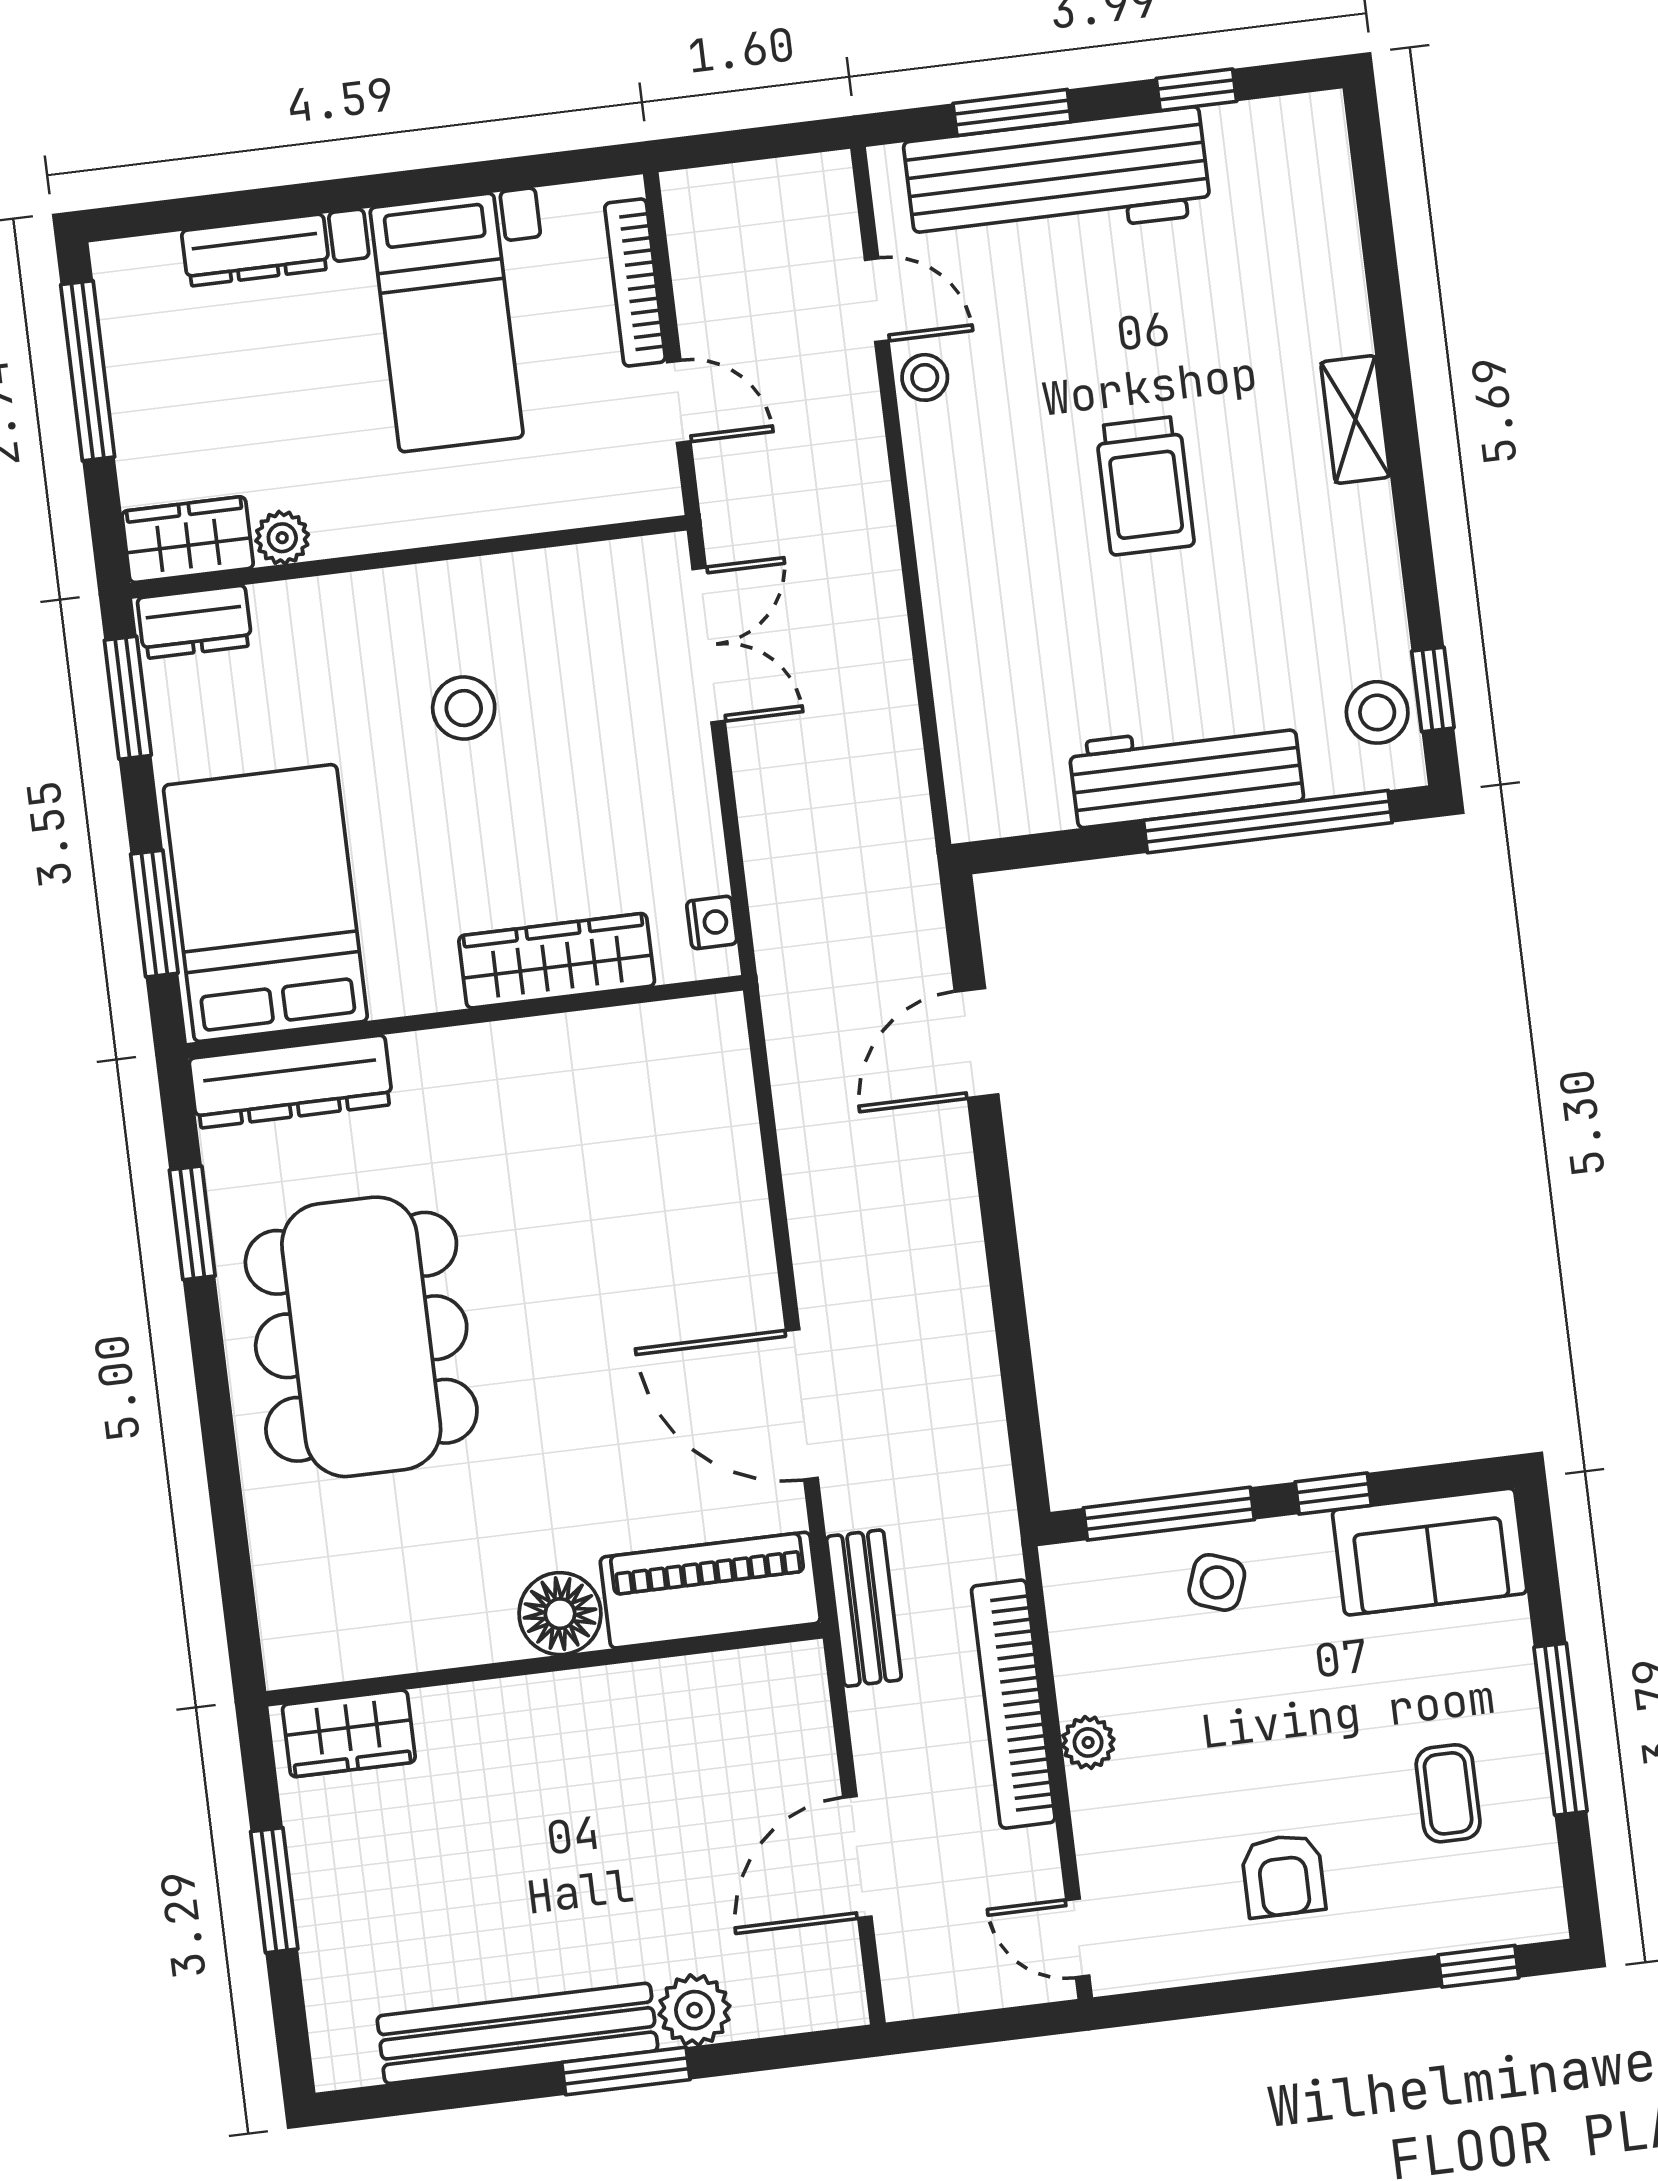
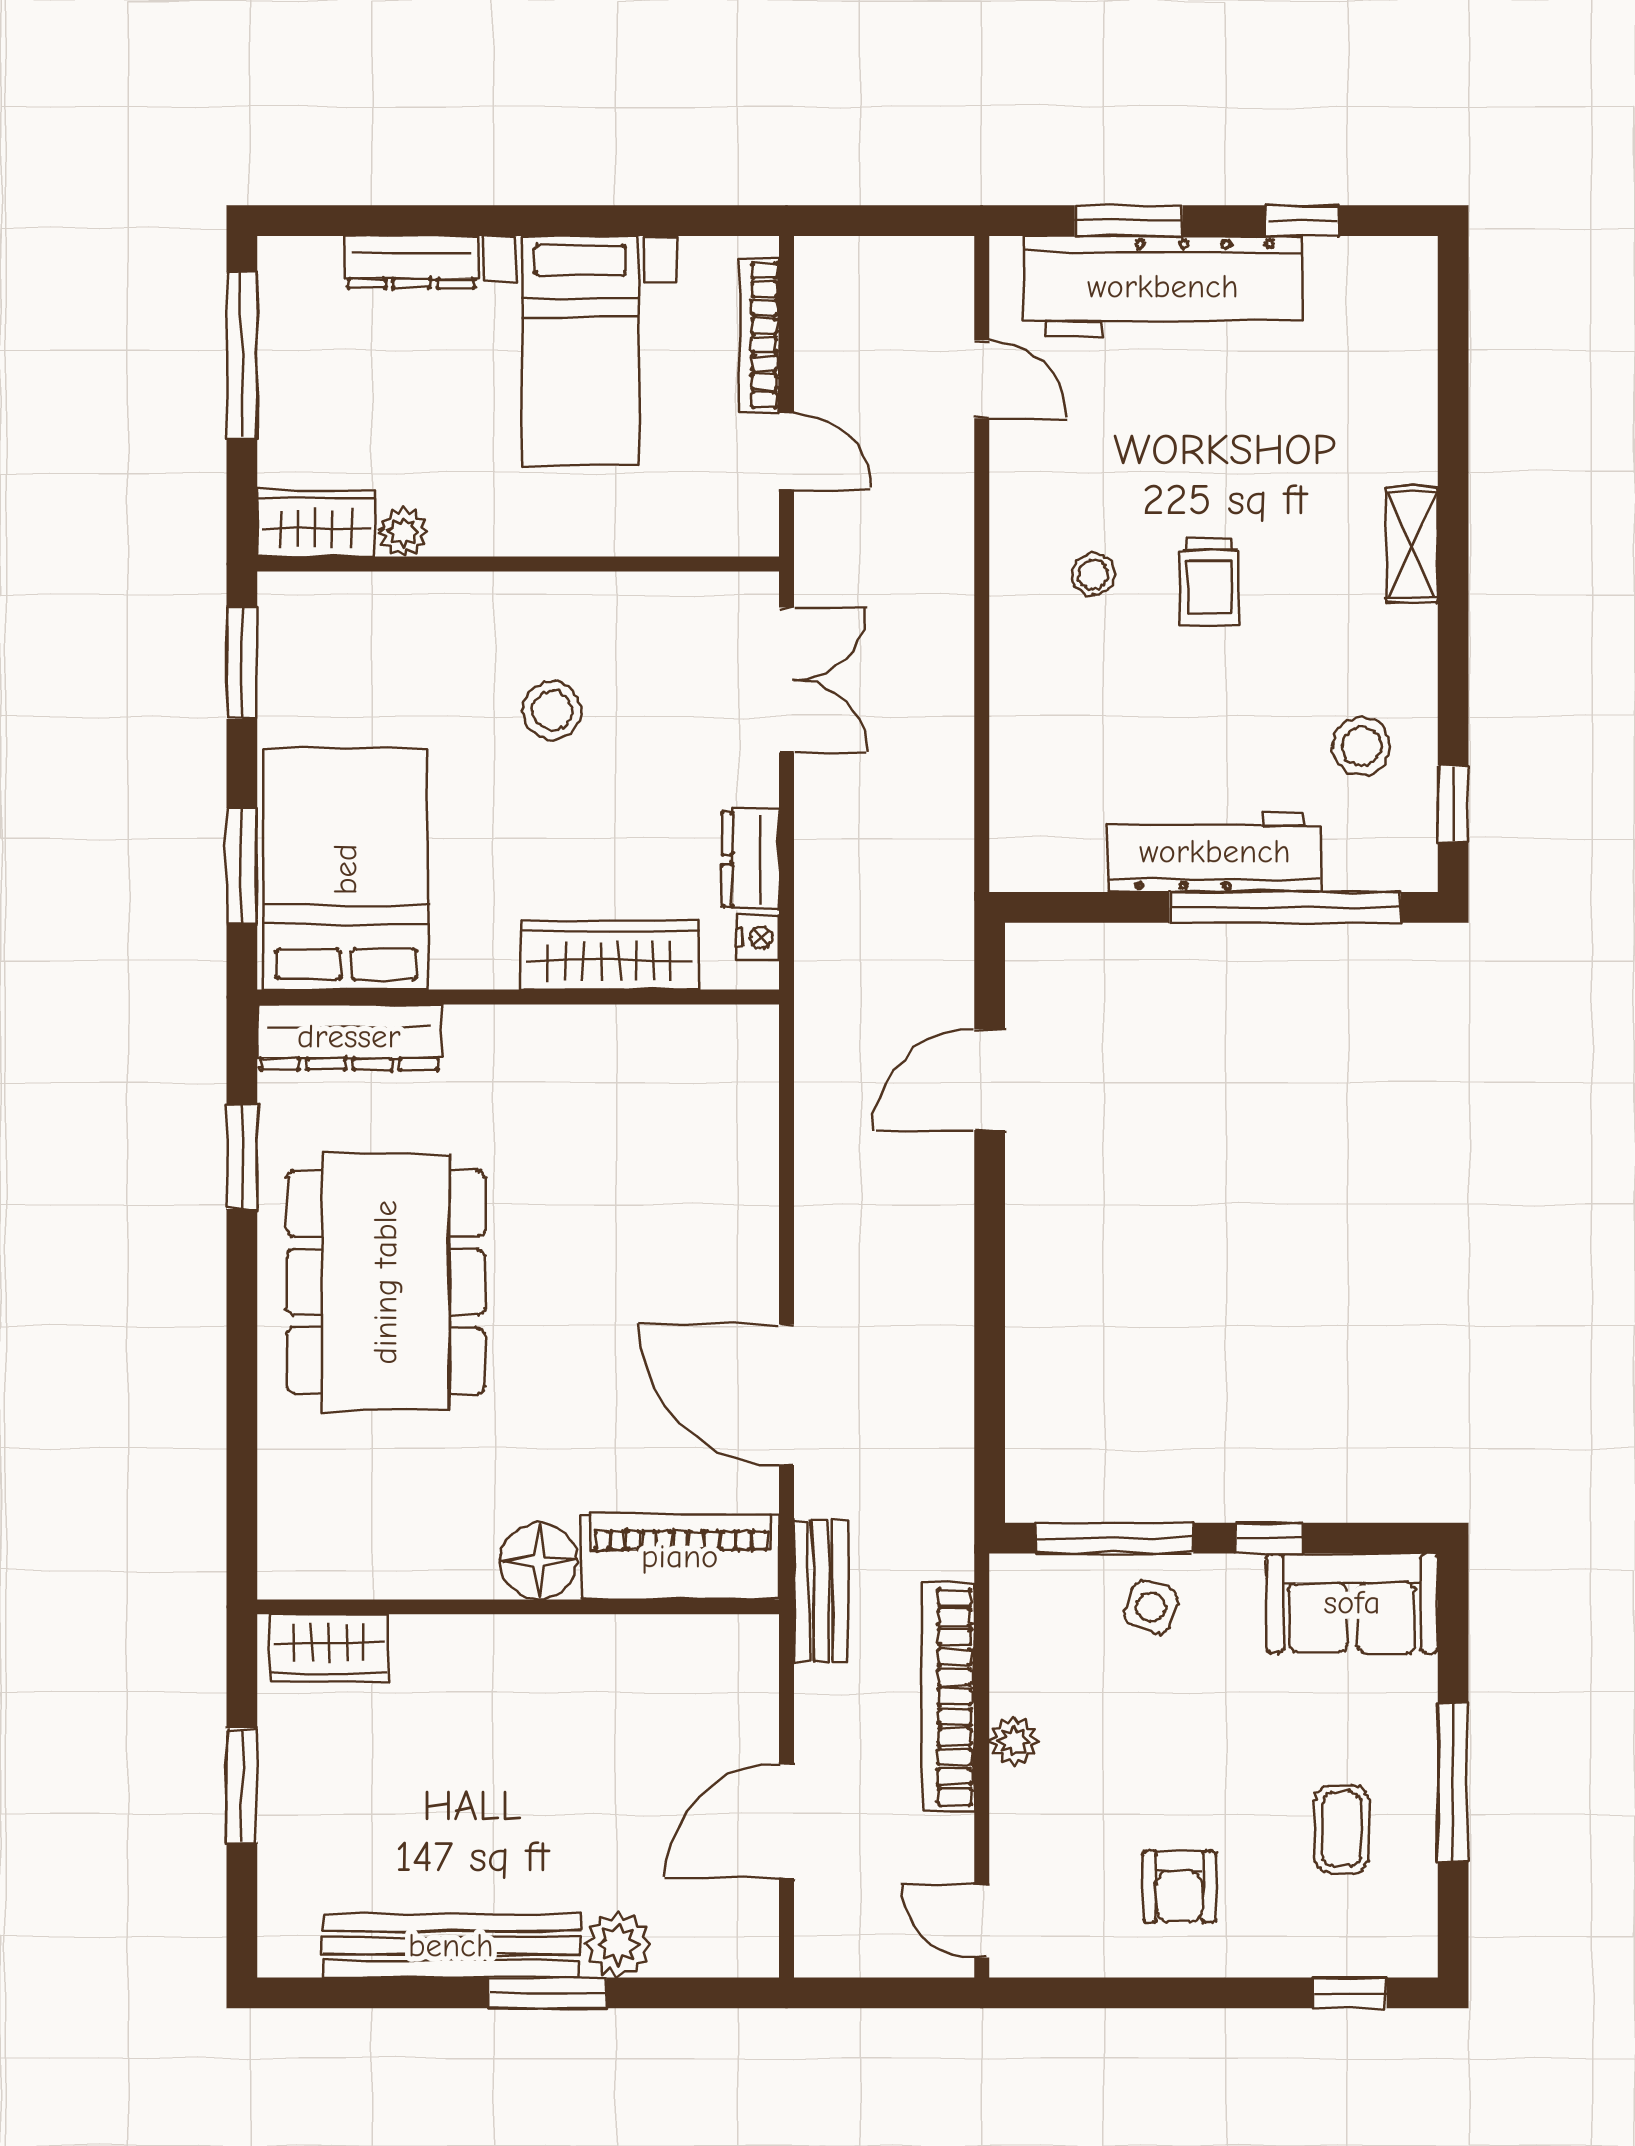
stool: (925, 377) -> (1093, 574), moved
trolley: (1145, 486) -> (1209, 582), width x0.73, depth x0.72
dresser: (195, 622) -> (751, 859), moved, turned 90
stool: (1377, 712) -> (1361, 746), moved

